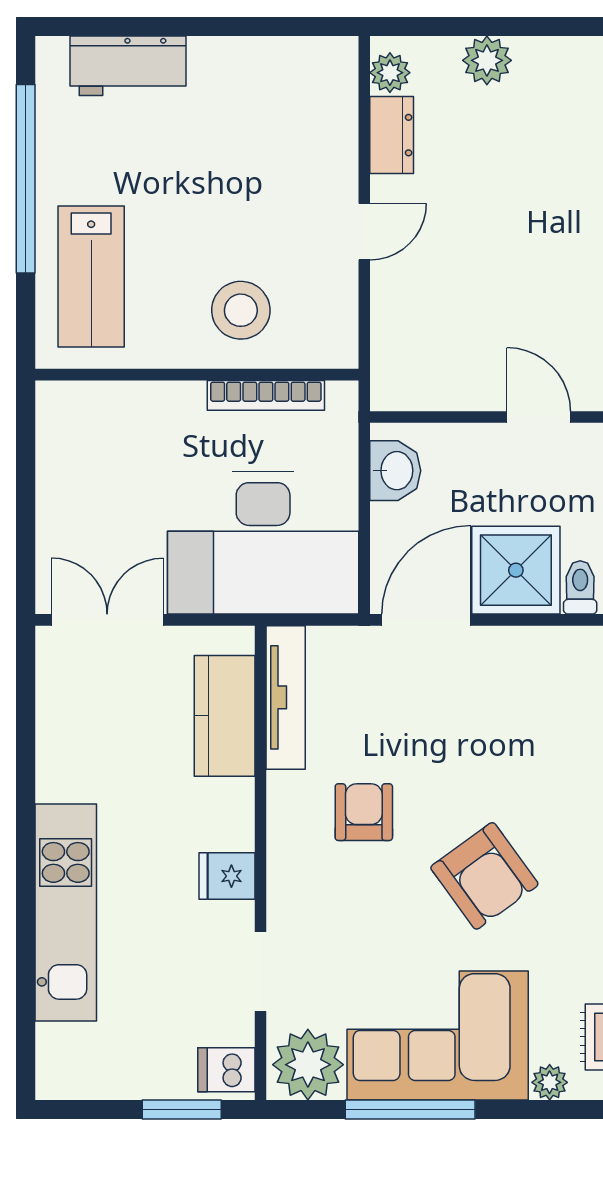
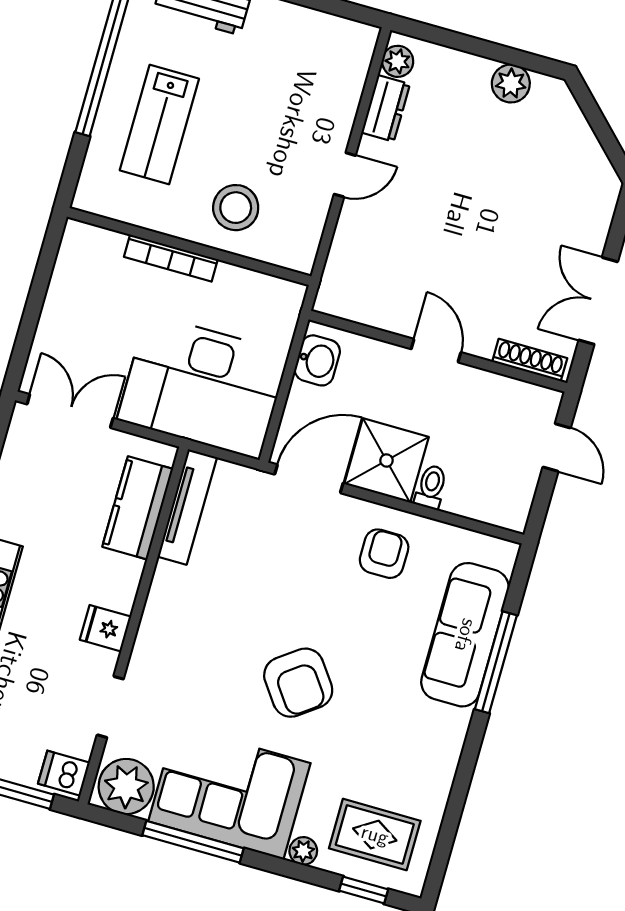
plant: (487, 60) -> (511, 83), moved
lab bench: (91, 276) -> (159, 125), moved
bookcase: (266, 395) -> (171, 258), moved
armchair: (364, 812) -> (384, 554), moved

